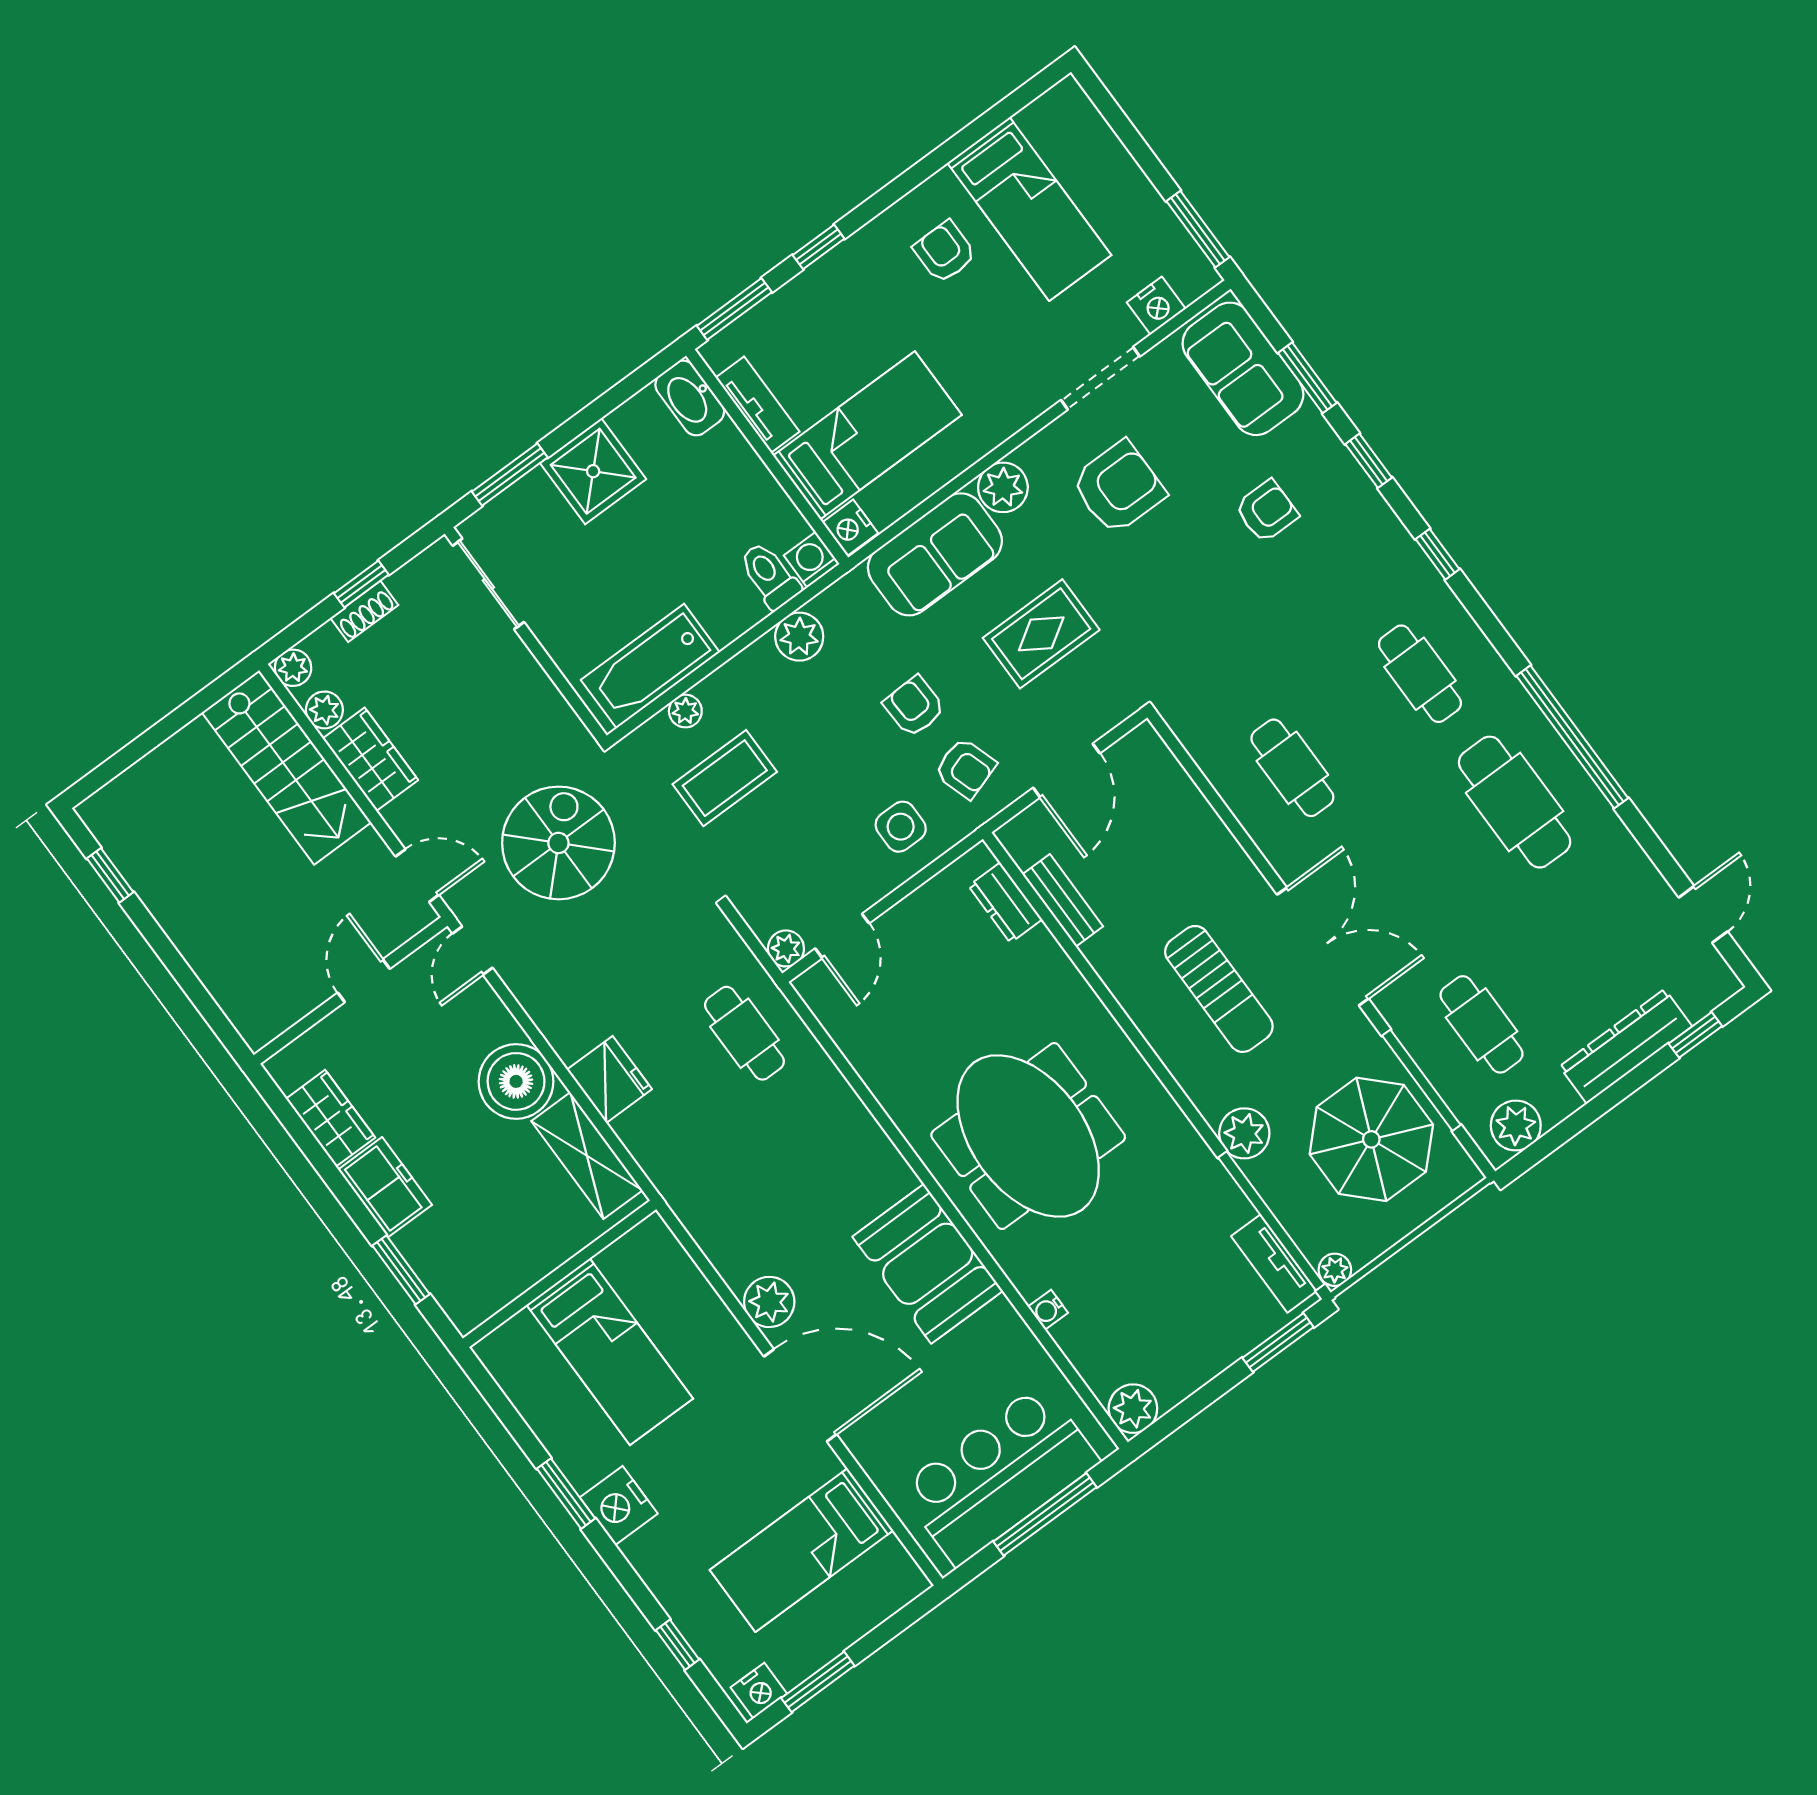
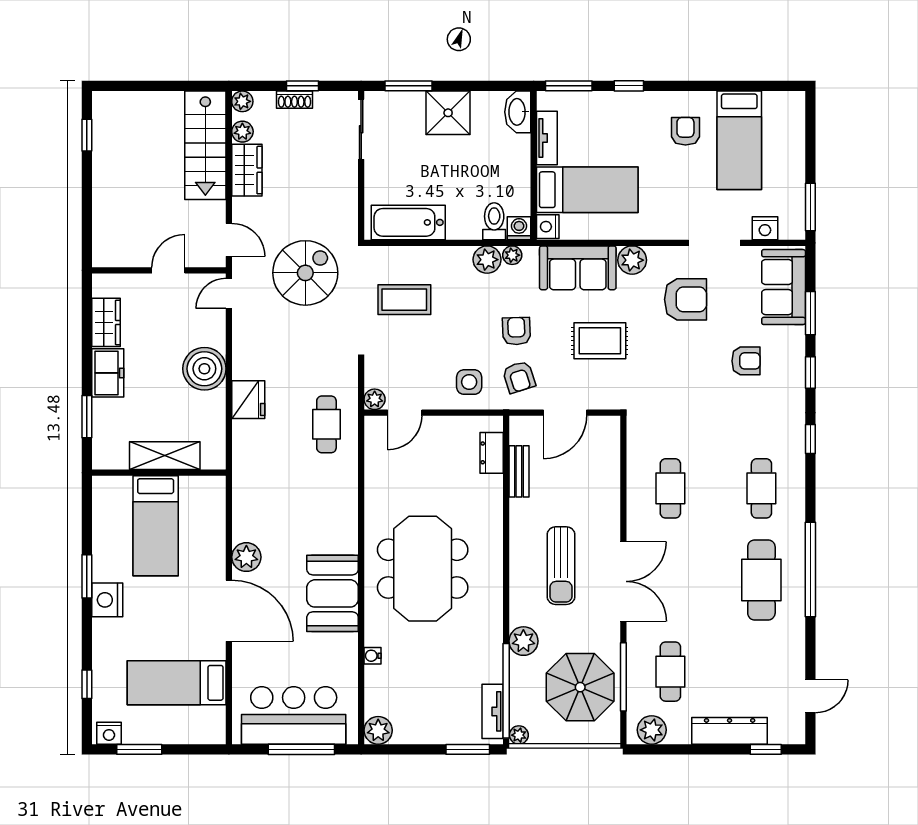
plant: (685, 711) -> (512, 255), moved
shelving: (587, 1156) -> (165, 456), moved, turned 90

